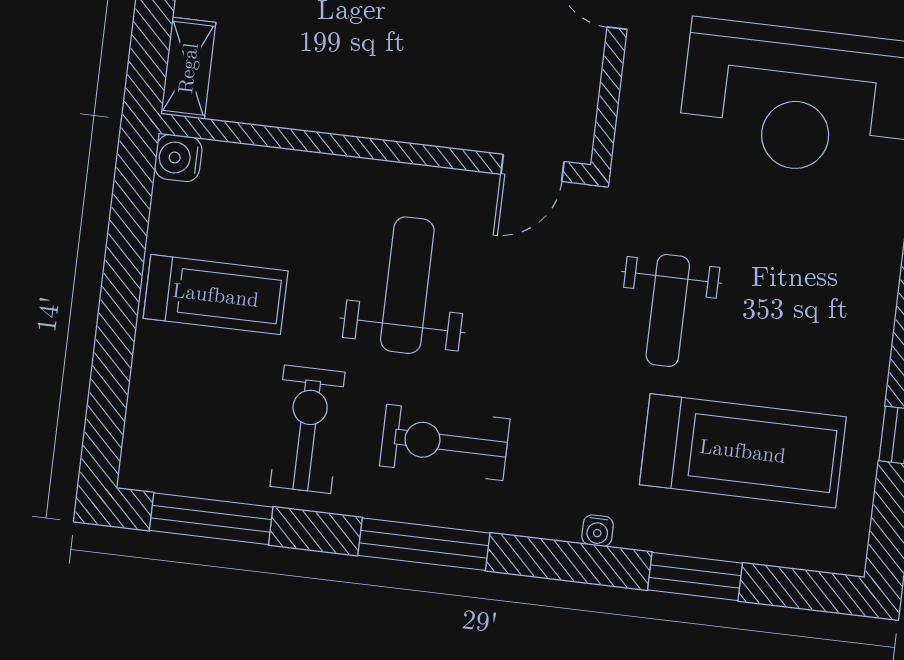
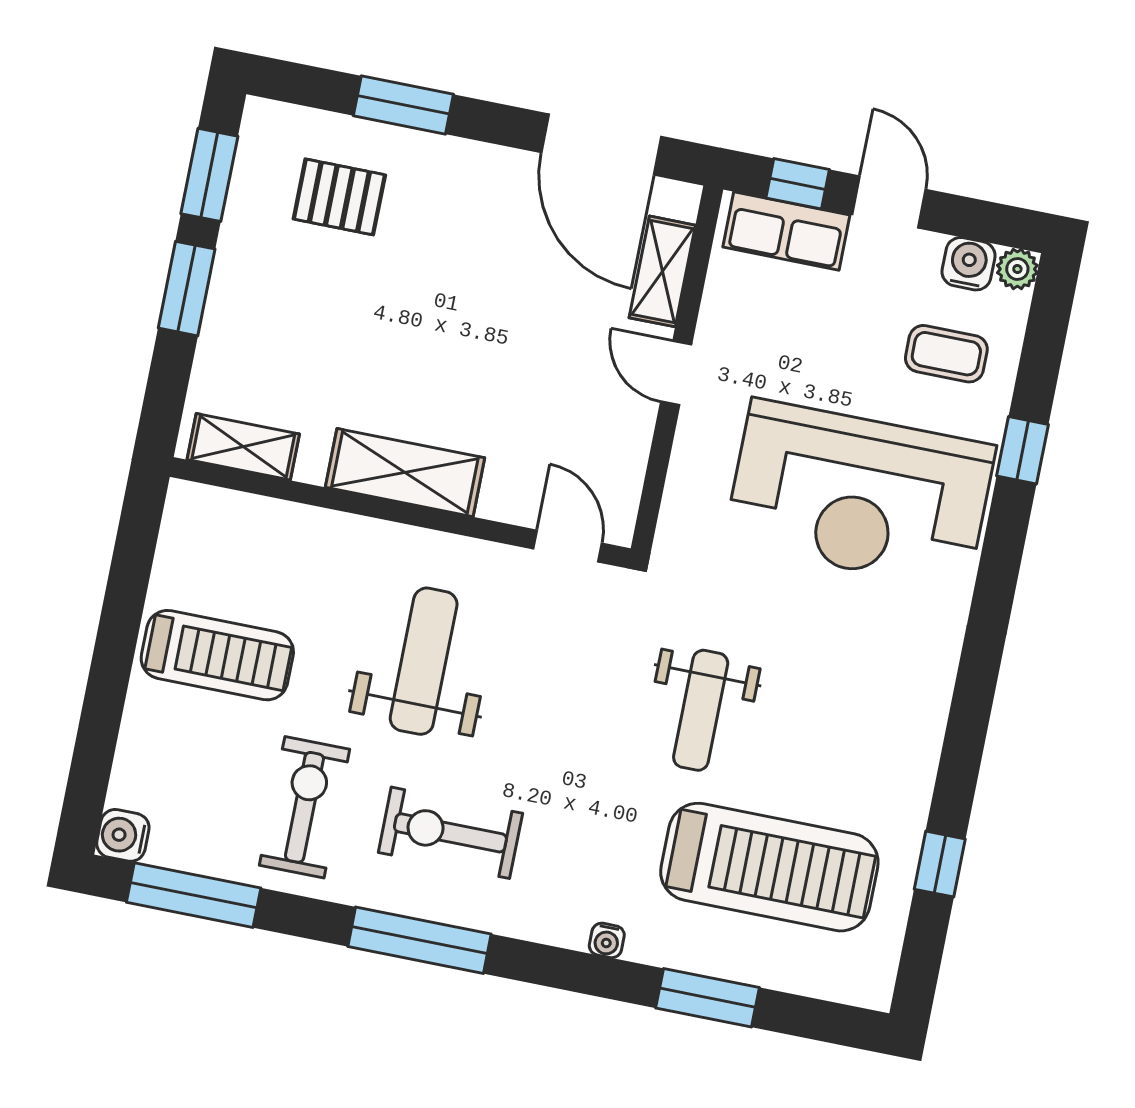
shelving: (188, 68) -> (243, 447), moved, turned 90
shelving: (376, 112) -> (405, 473), added
water cooler: (178, 158) -> (123, 835), moved
door: (532, 168) -> (568, 546), swing flipped

